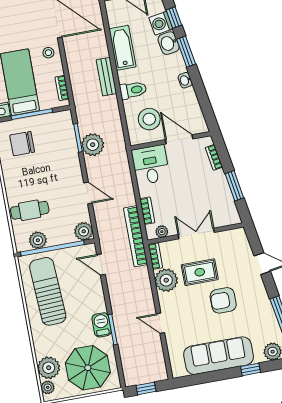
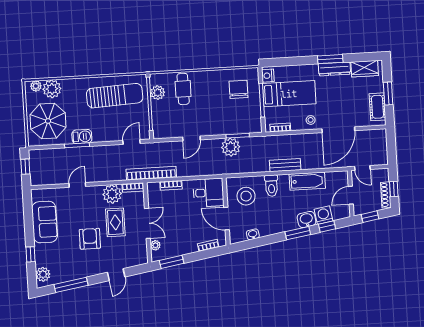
washbasin: (185, 80) -> (253, 234), moved
door: (179, 139) -> (227, 219), swing flipped
window: (234, 186) -> (172, 262), moved
plant: (84, 231) -> (160, 131), removed
plant: (162, 232) -> (155, 245), moved
sofa: (219, 356) -> (45, 222), width x0.73

